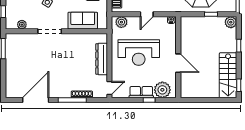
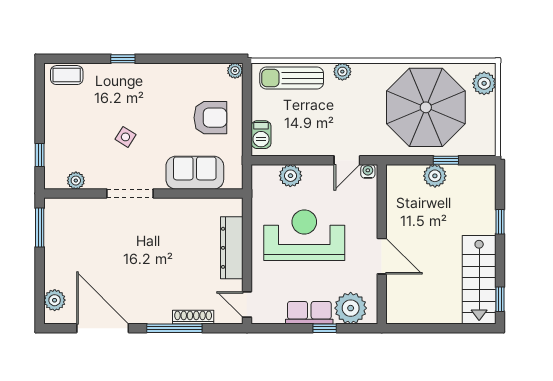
door: (147, 14) -> (347, 160), moved
plant: (121, 22) -> (290, 176), moved
plant: (231, 22) -> (435, 176), moved
reception desk: (139, 53) -> (304, 235), turned 180
plant: (11, 86) -> (55, 300), added
door: (109, 88) -> (247, 304), swing flipped
door: (36, 100) -> (103, 328), hinge flipped

